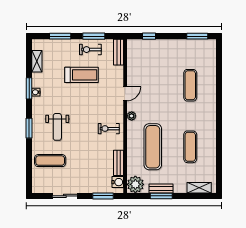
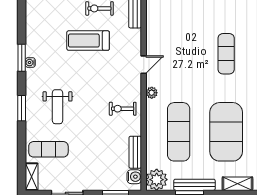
shelving: (37, 61) -> (32, 177), moved
treadmill: (81, 75) -> (88, 41), turned 180
exercise mat: (190, 147) -> (226, 132), width x2.00, depth x1.45
bench: (161, 188) -> (194, 185), width x1.36

